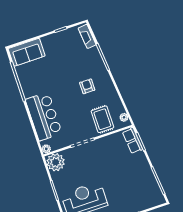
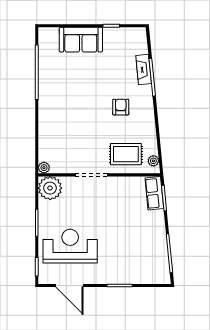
fireplace: (87, 36) -> (144, 69), moved
sofa: (27, 52) -> (81, 40), moved
bar counter: (44, 116) -> (54, 126), removed
rug: (102, 119) -> (126, 154), turned 90

